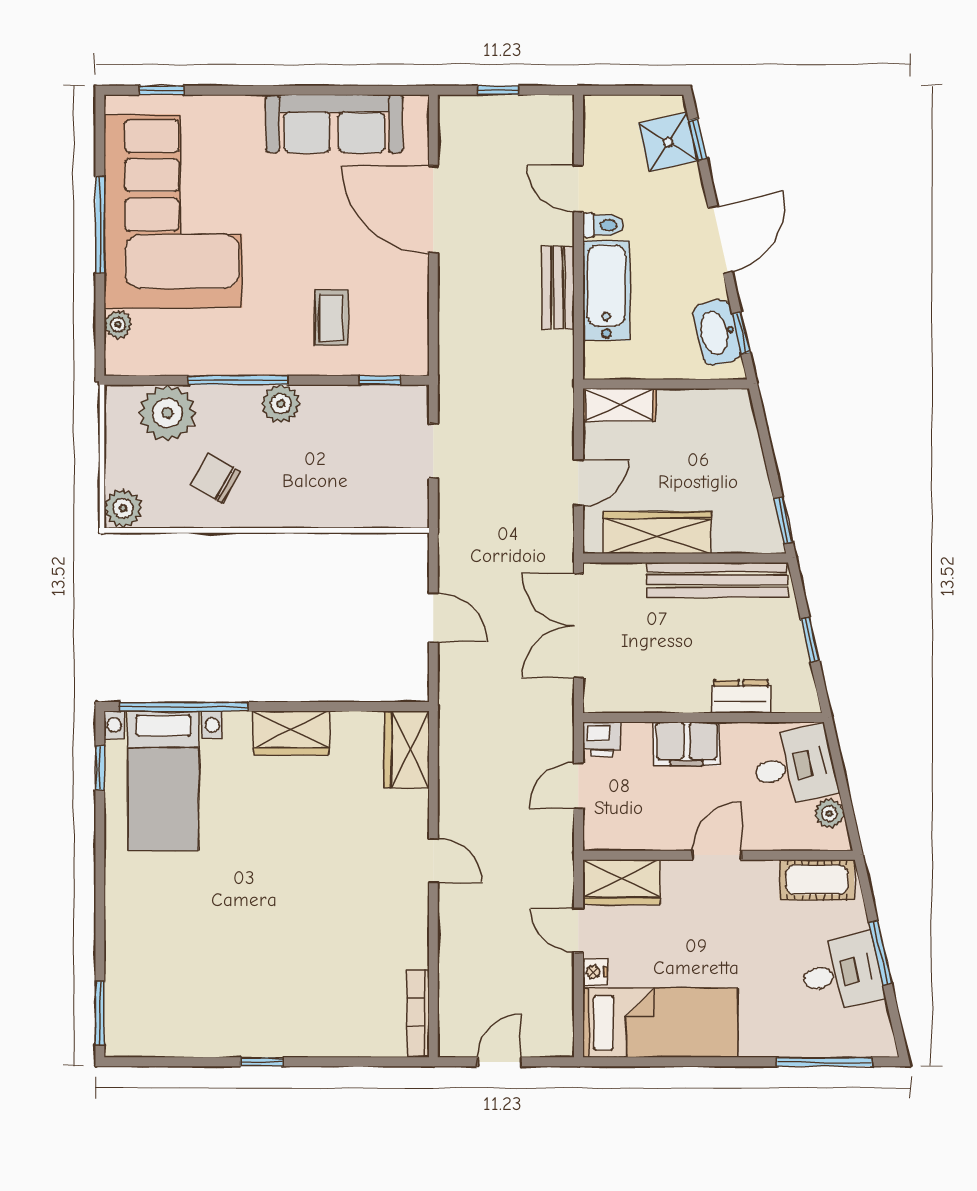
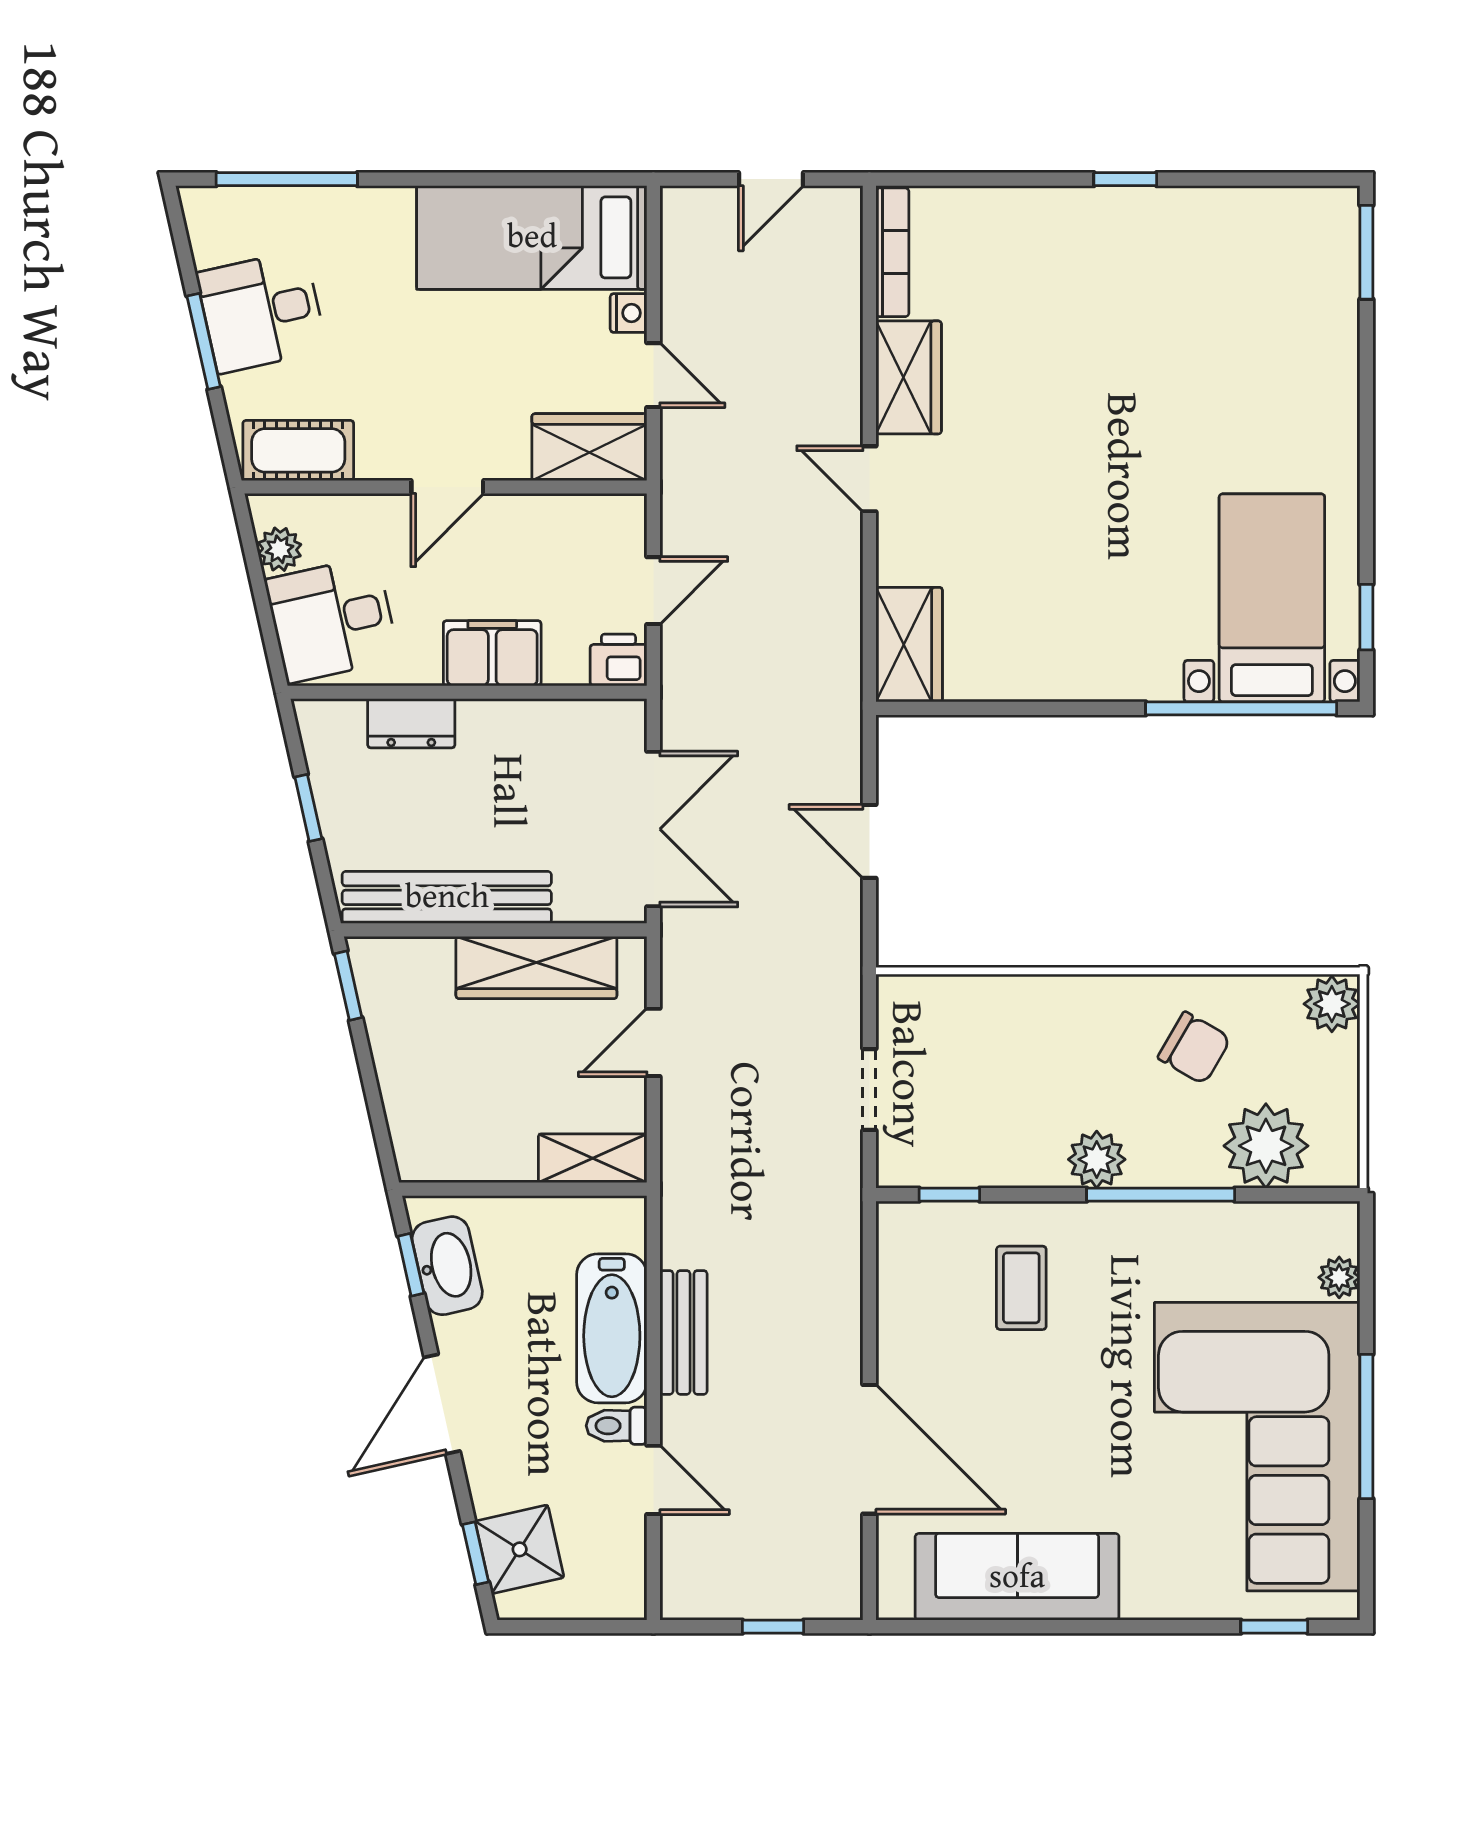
wardrobe: (291, 733) -> (909, 377), moved, turned 90

